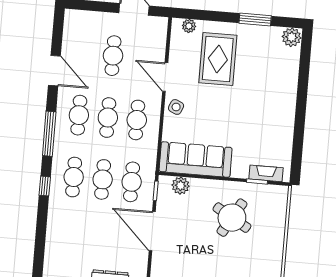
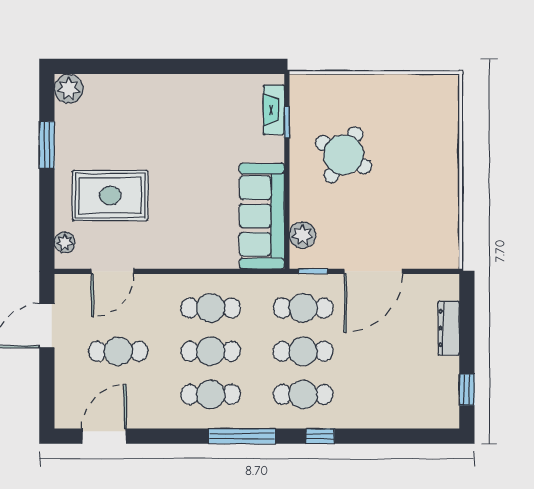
door: (54, 71) -> (104, 436), moved
door: (165, 77) -> (113, 271), moved
side table: (176, 107) -> (187, 251), removed

